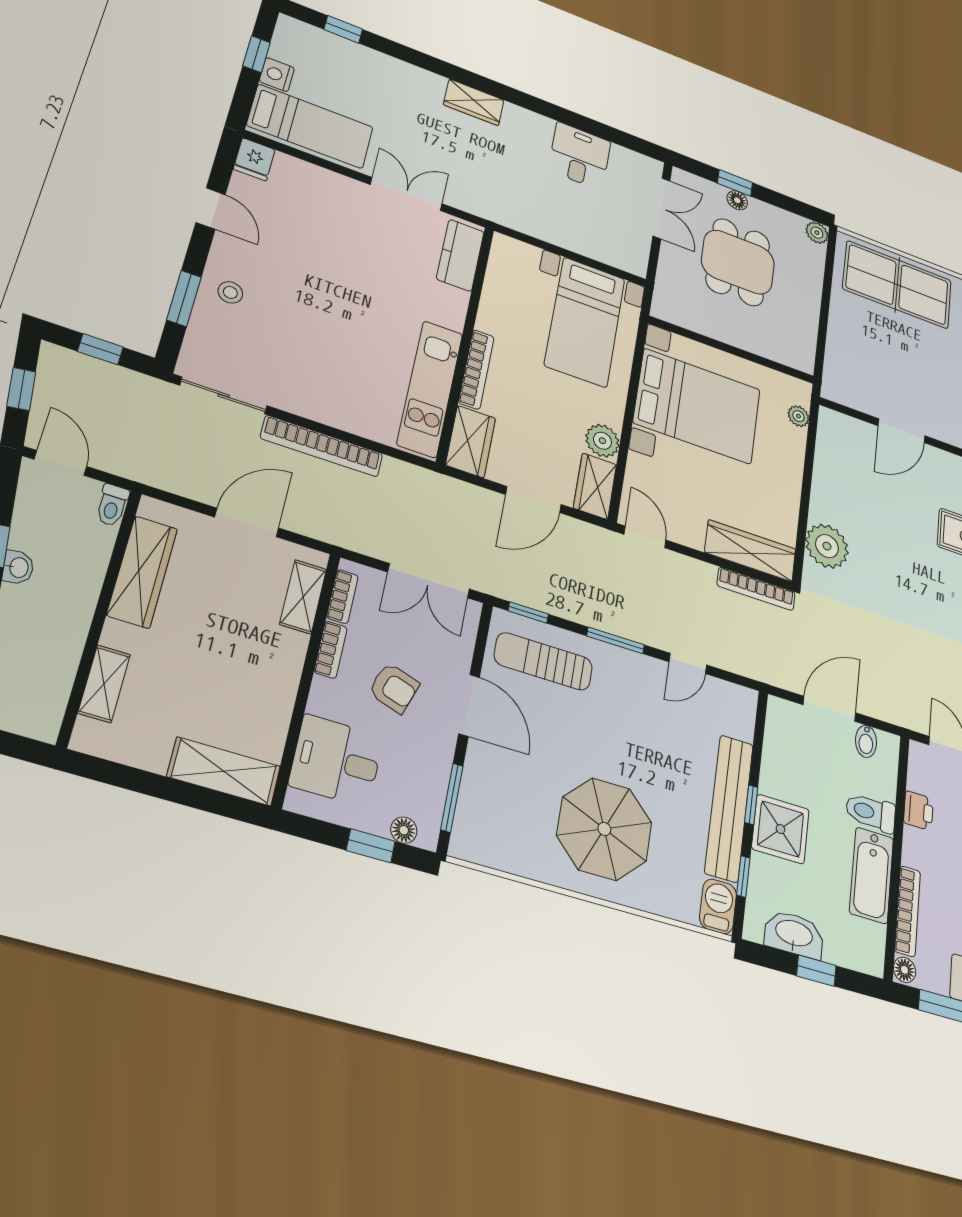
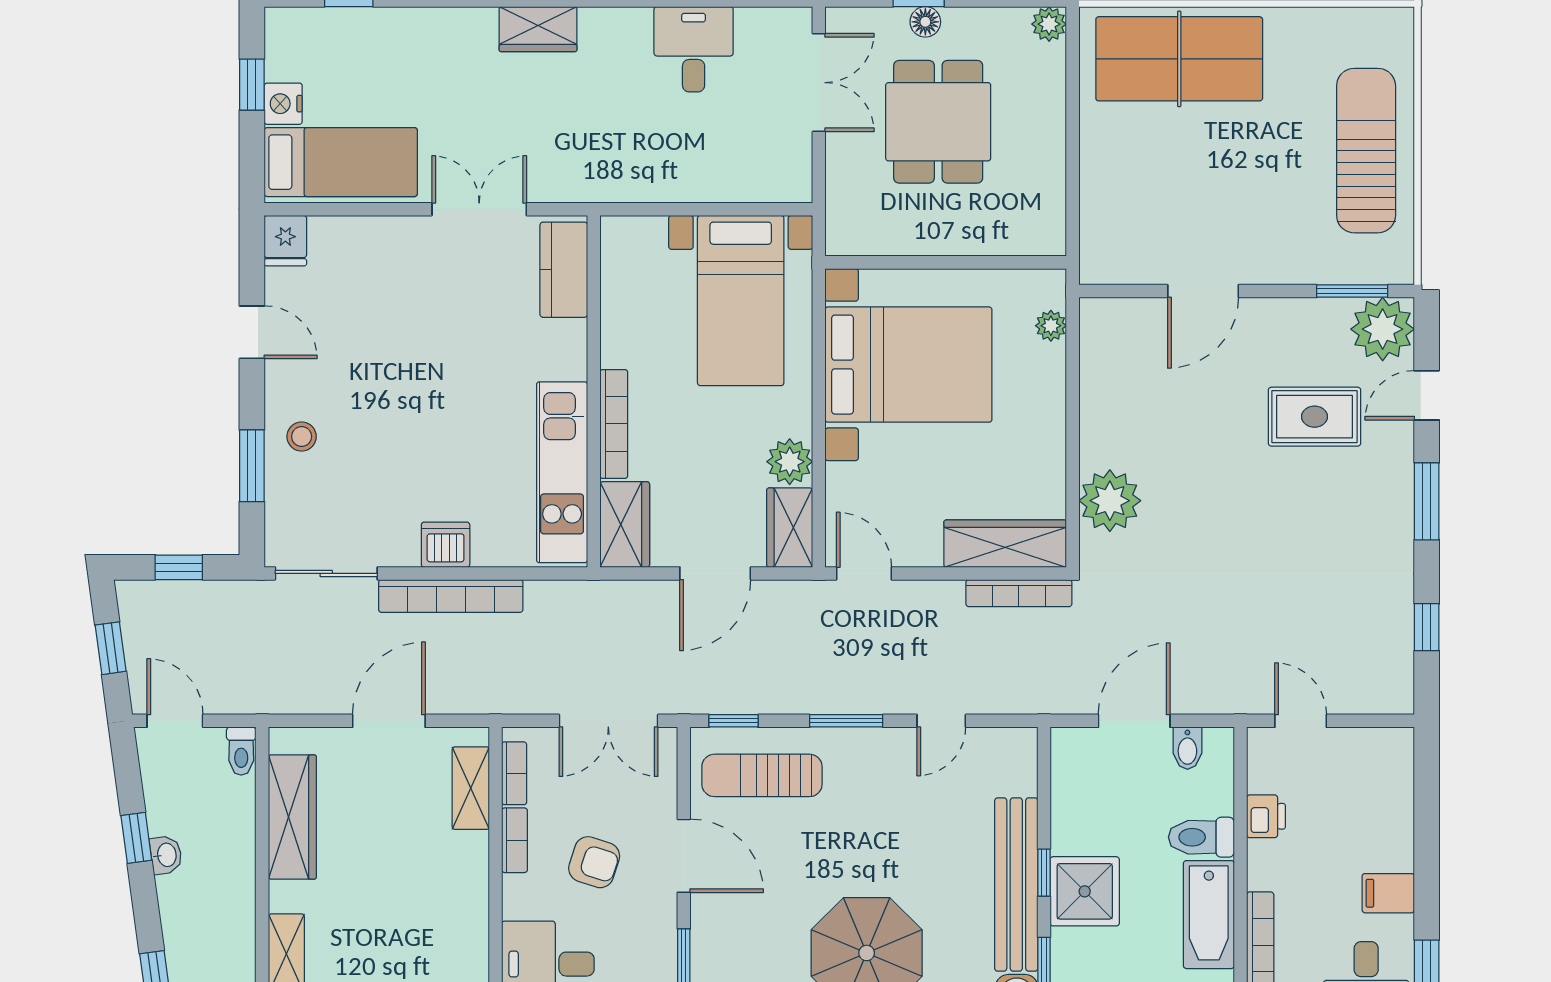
dishwasher: (327, 408) -> (446, 545), added

